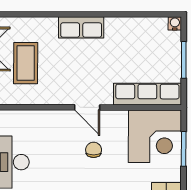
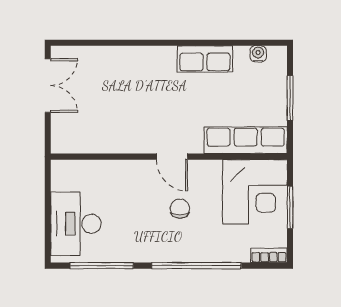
water cooler: (175, 23) -> (258, 54), moved
row of seats: (81, 27) -> (205, 59), moved
coffee table: (26, 63) -> (97, 103), removed

